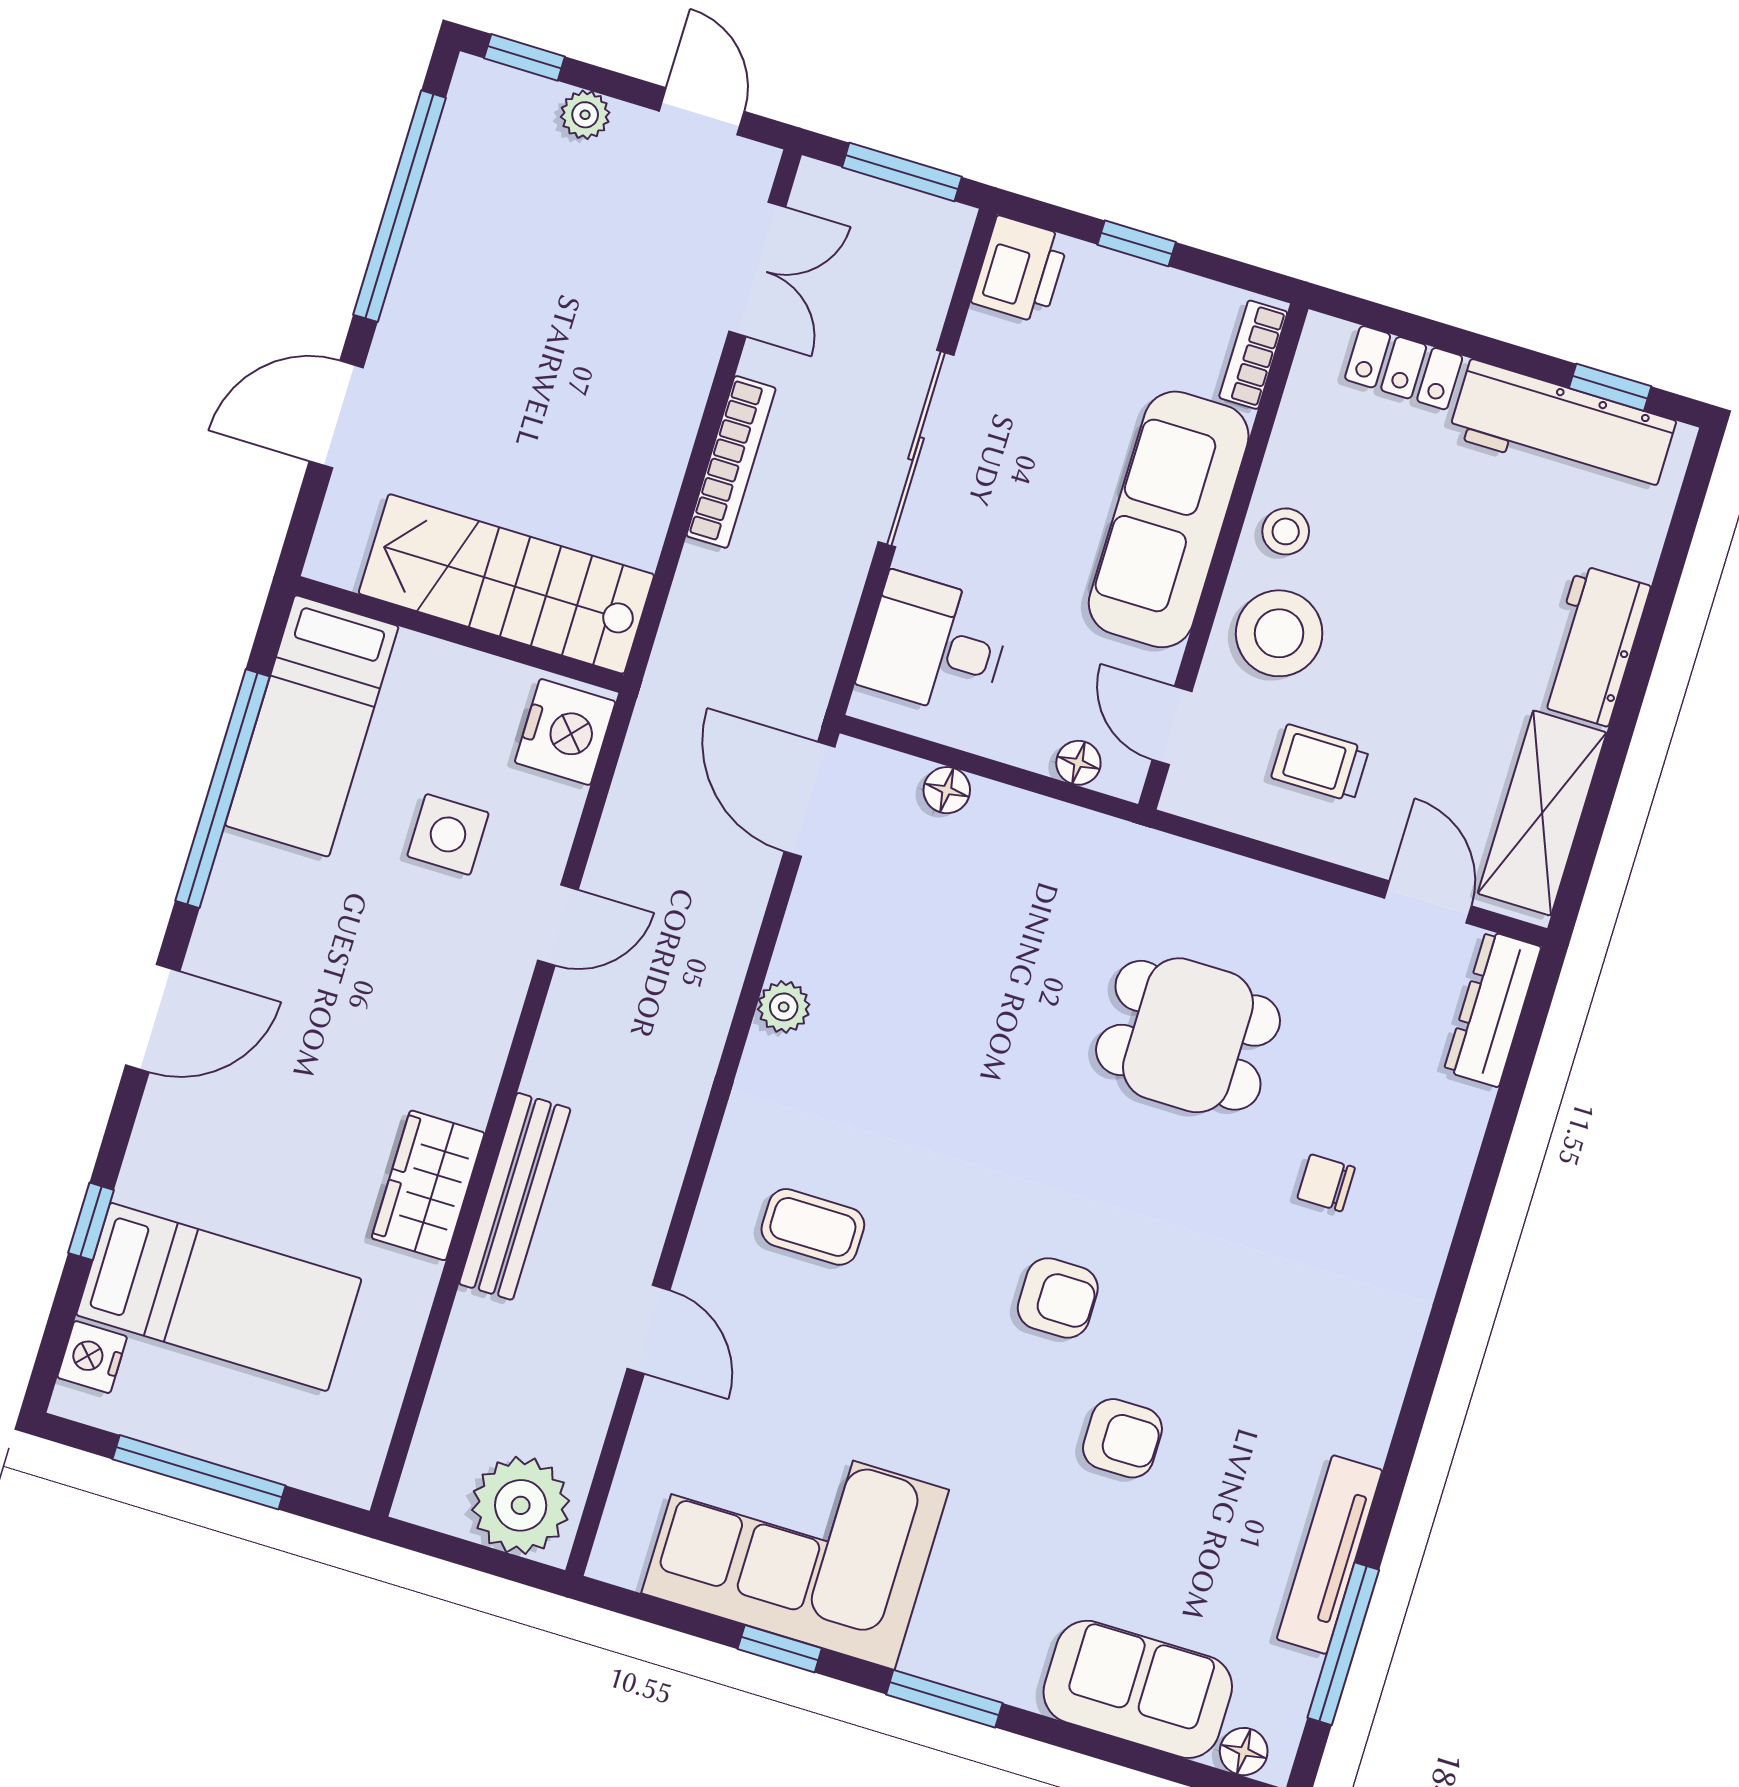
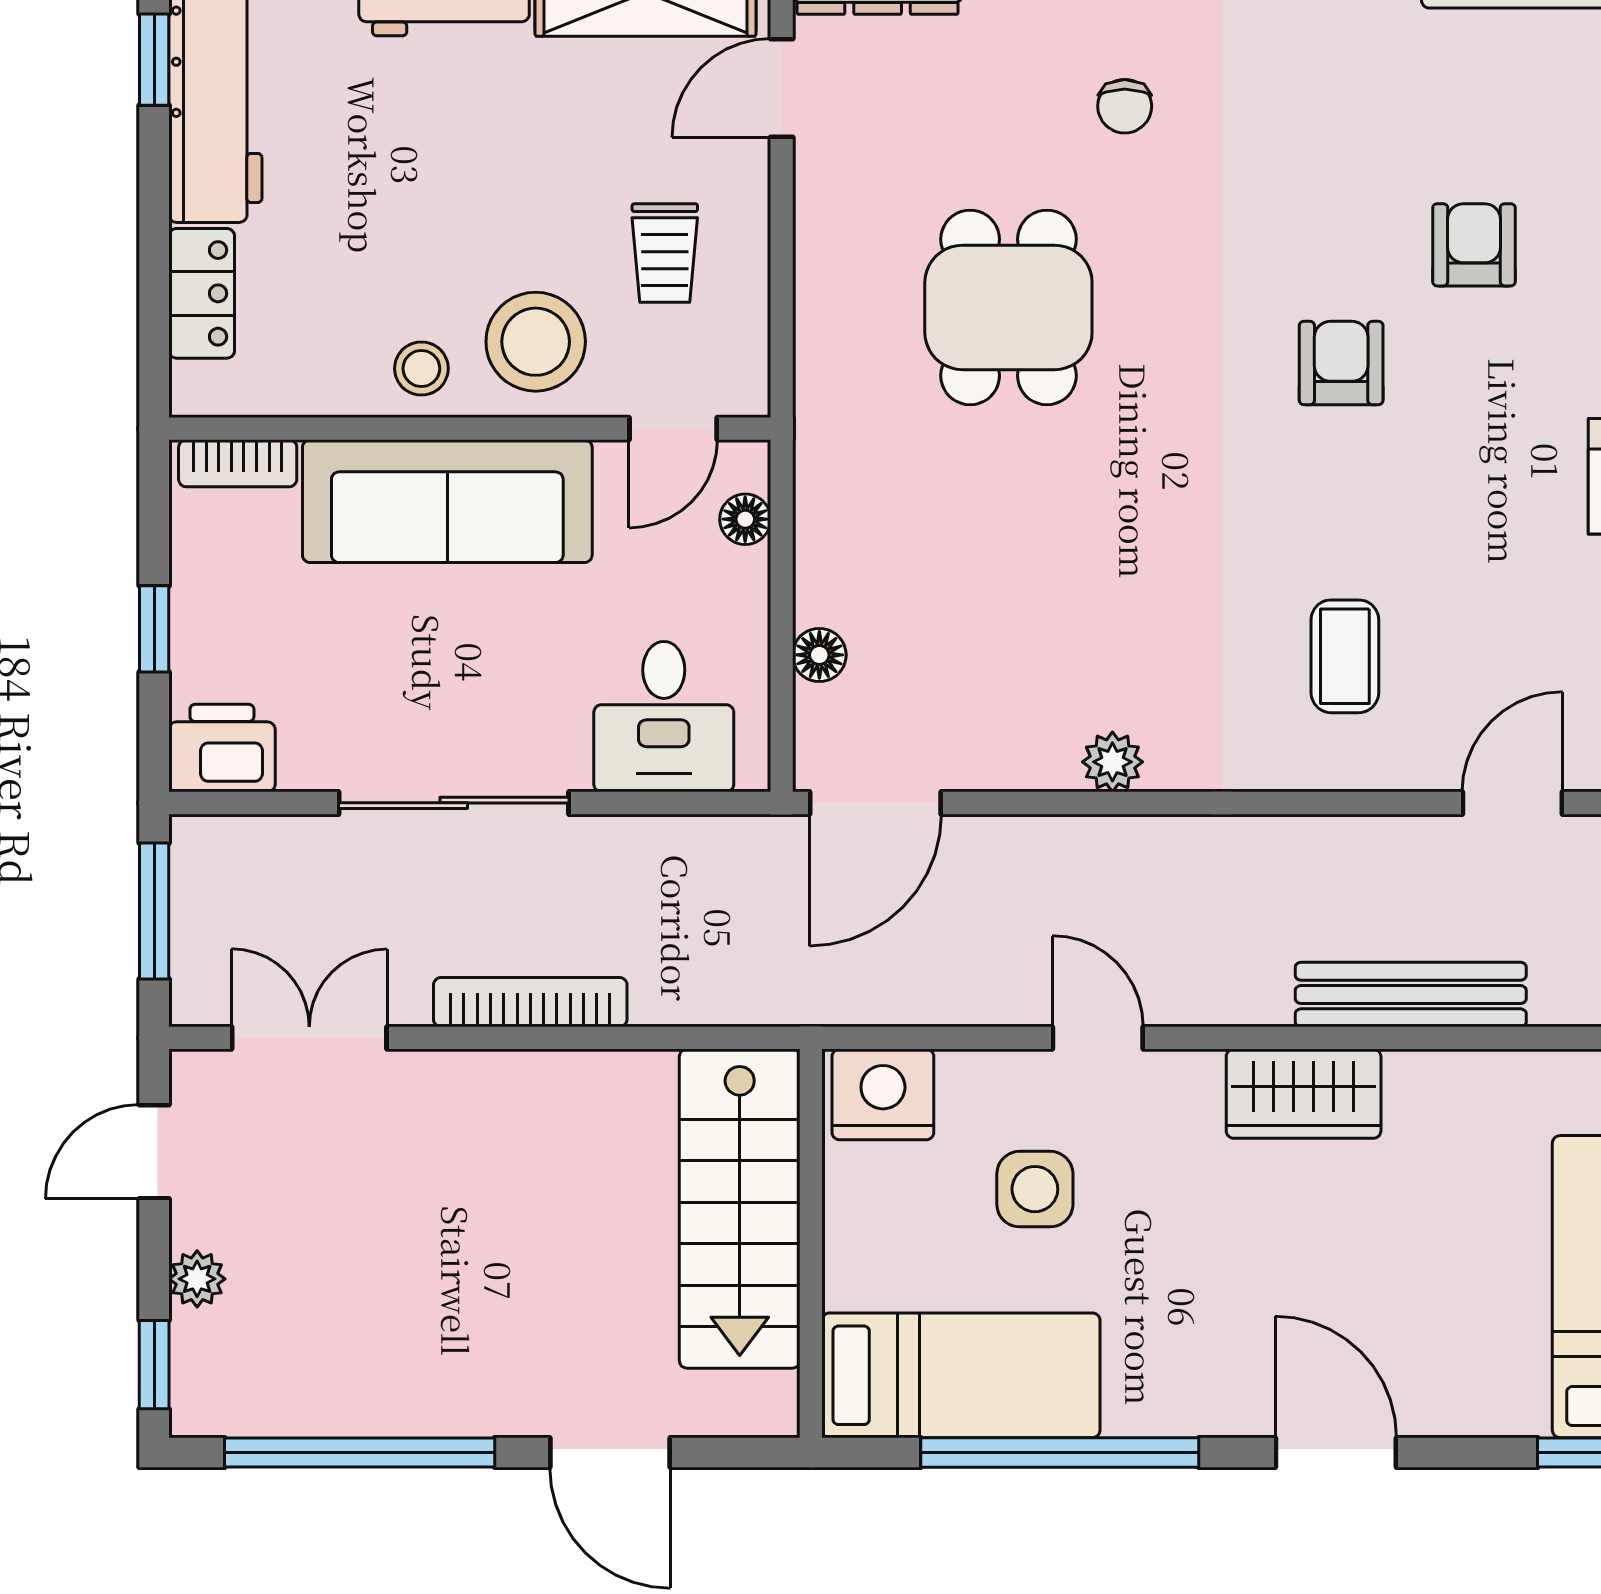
wardrobe: (428, 1185) -> (1304, 1094), moved

